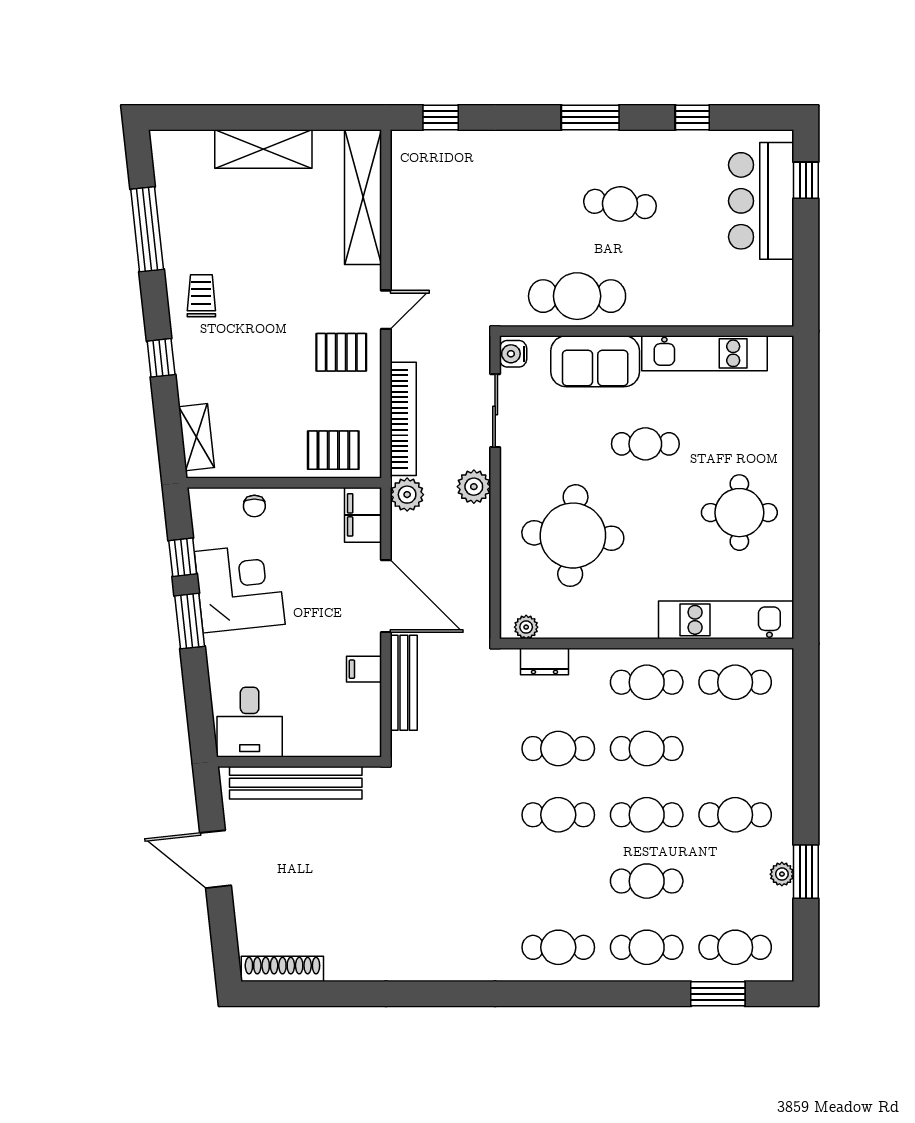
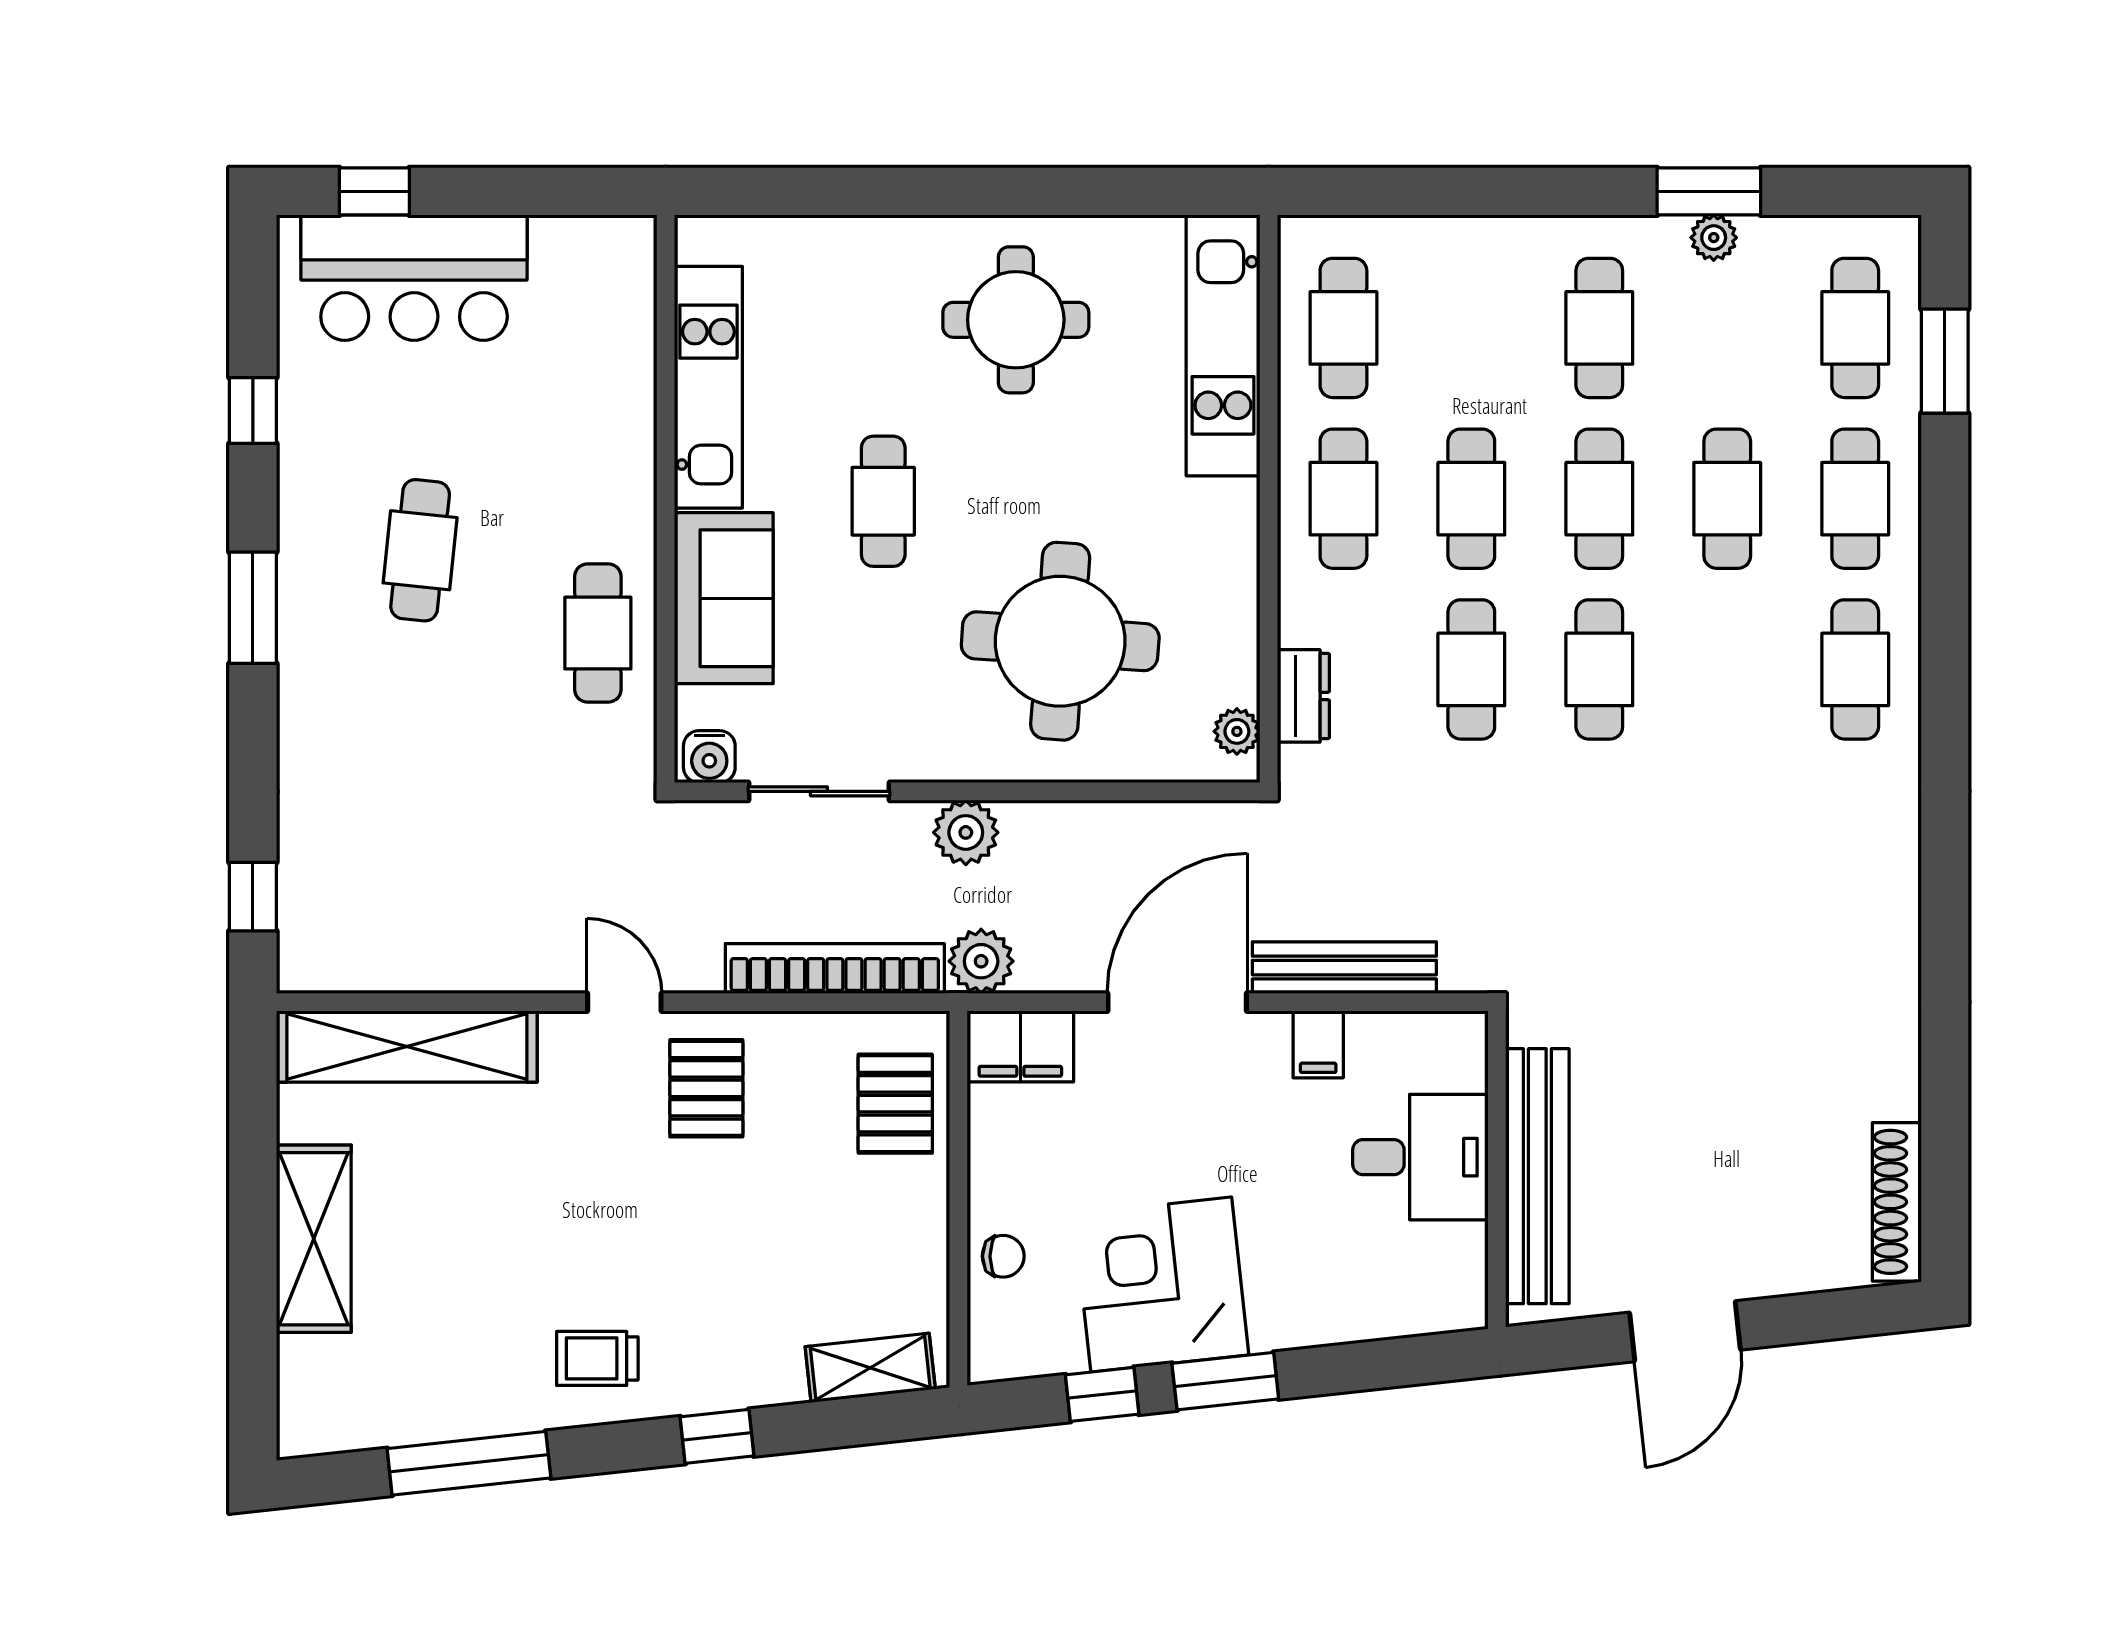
cafe table: (577, 296) -> (598, 633), width x0.73, depth x0.74
desk: (250, 722) -> (1420, 1157), moved

